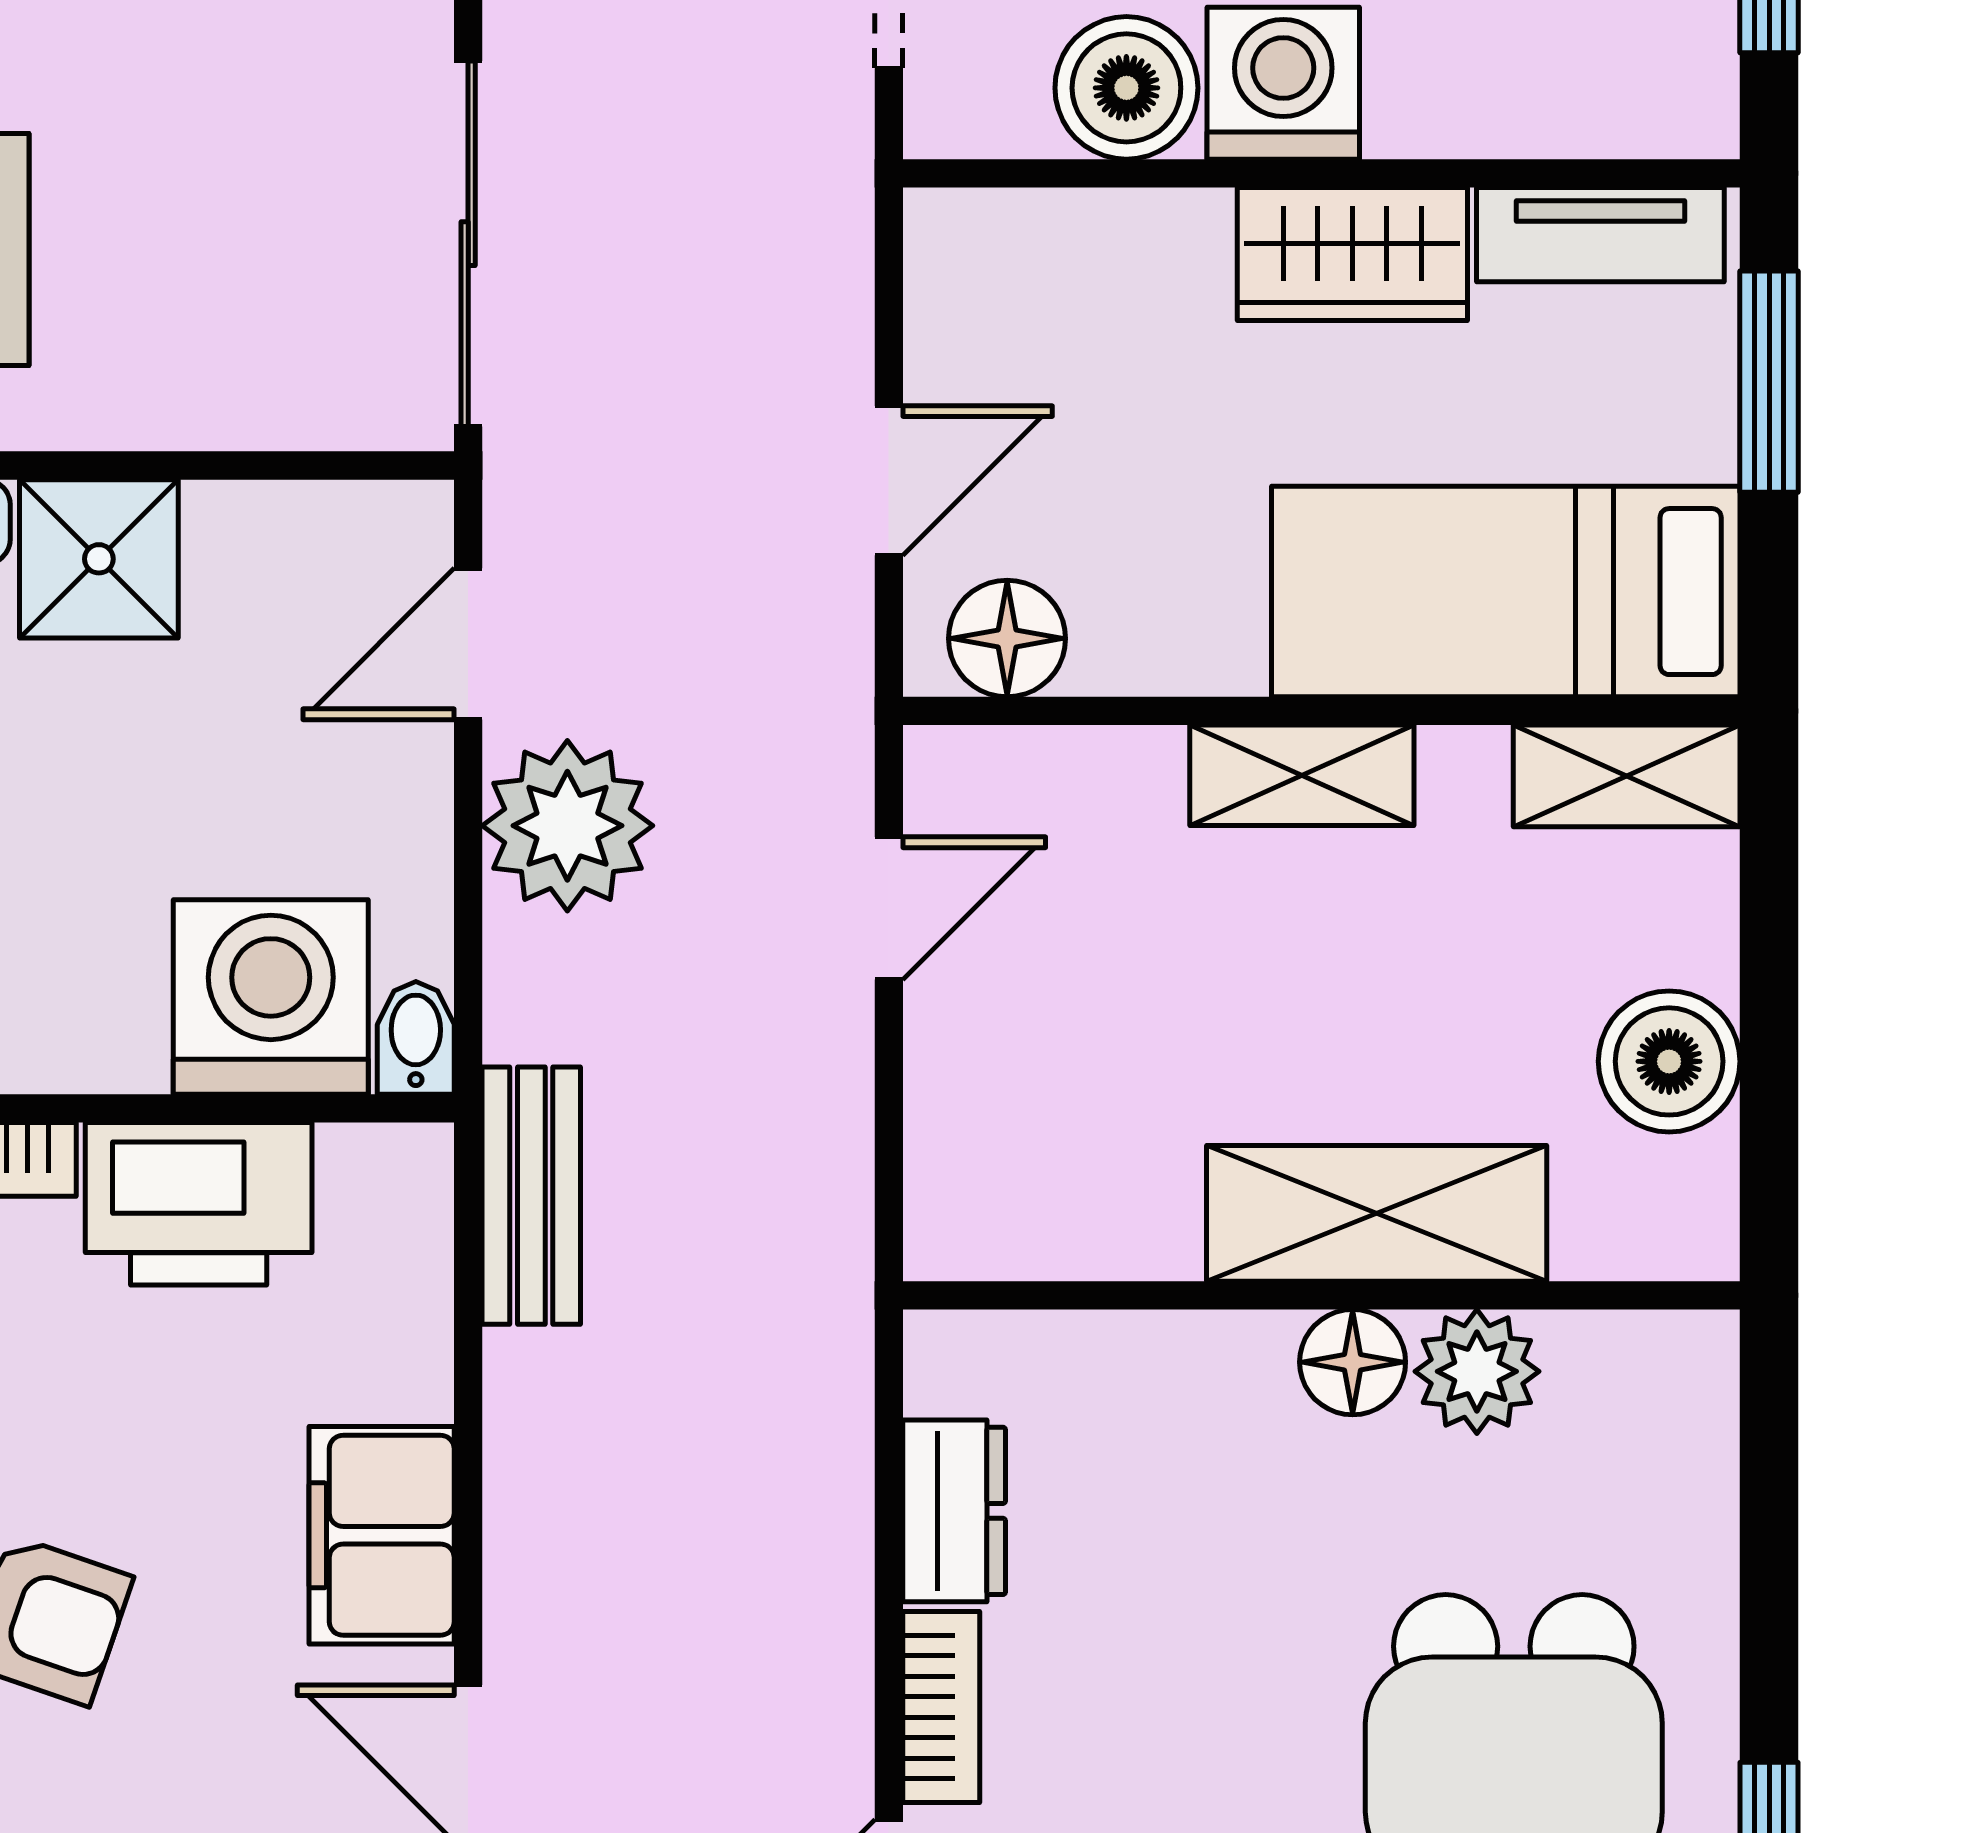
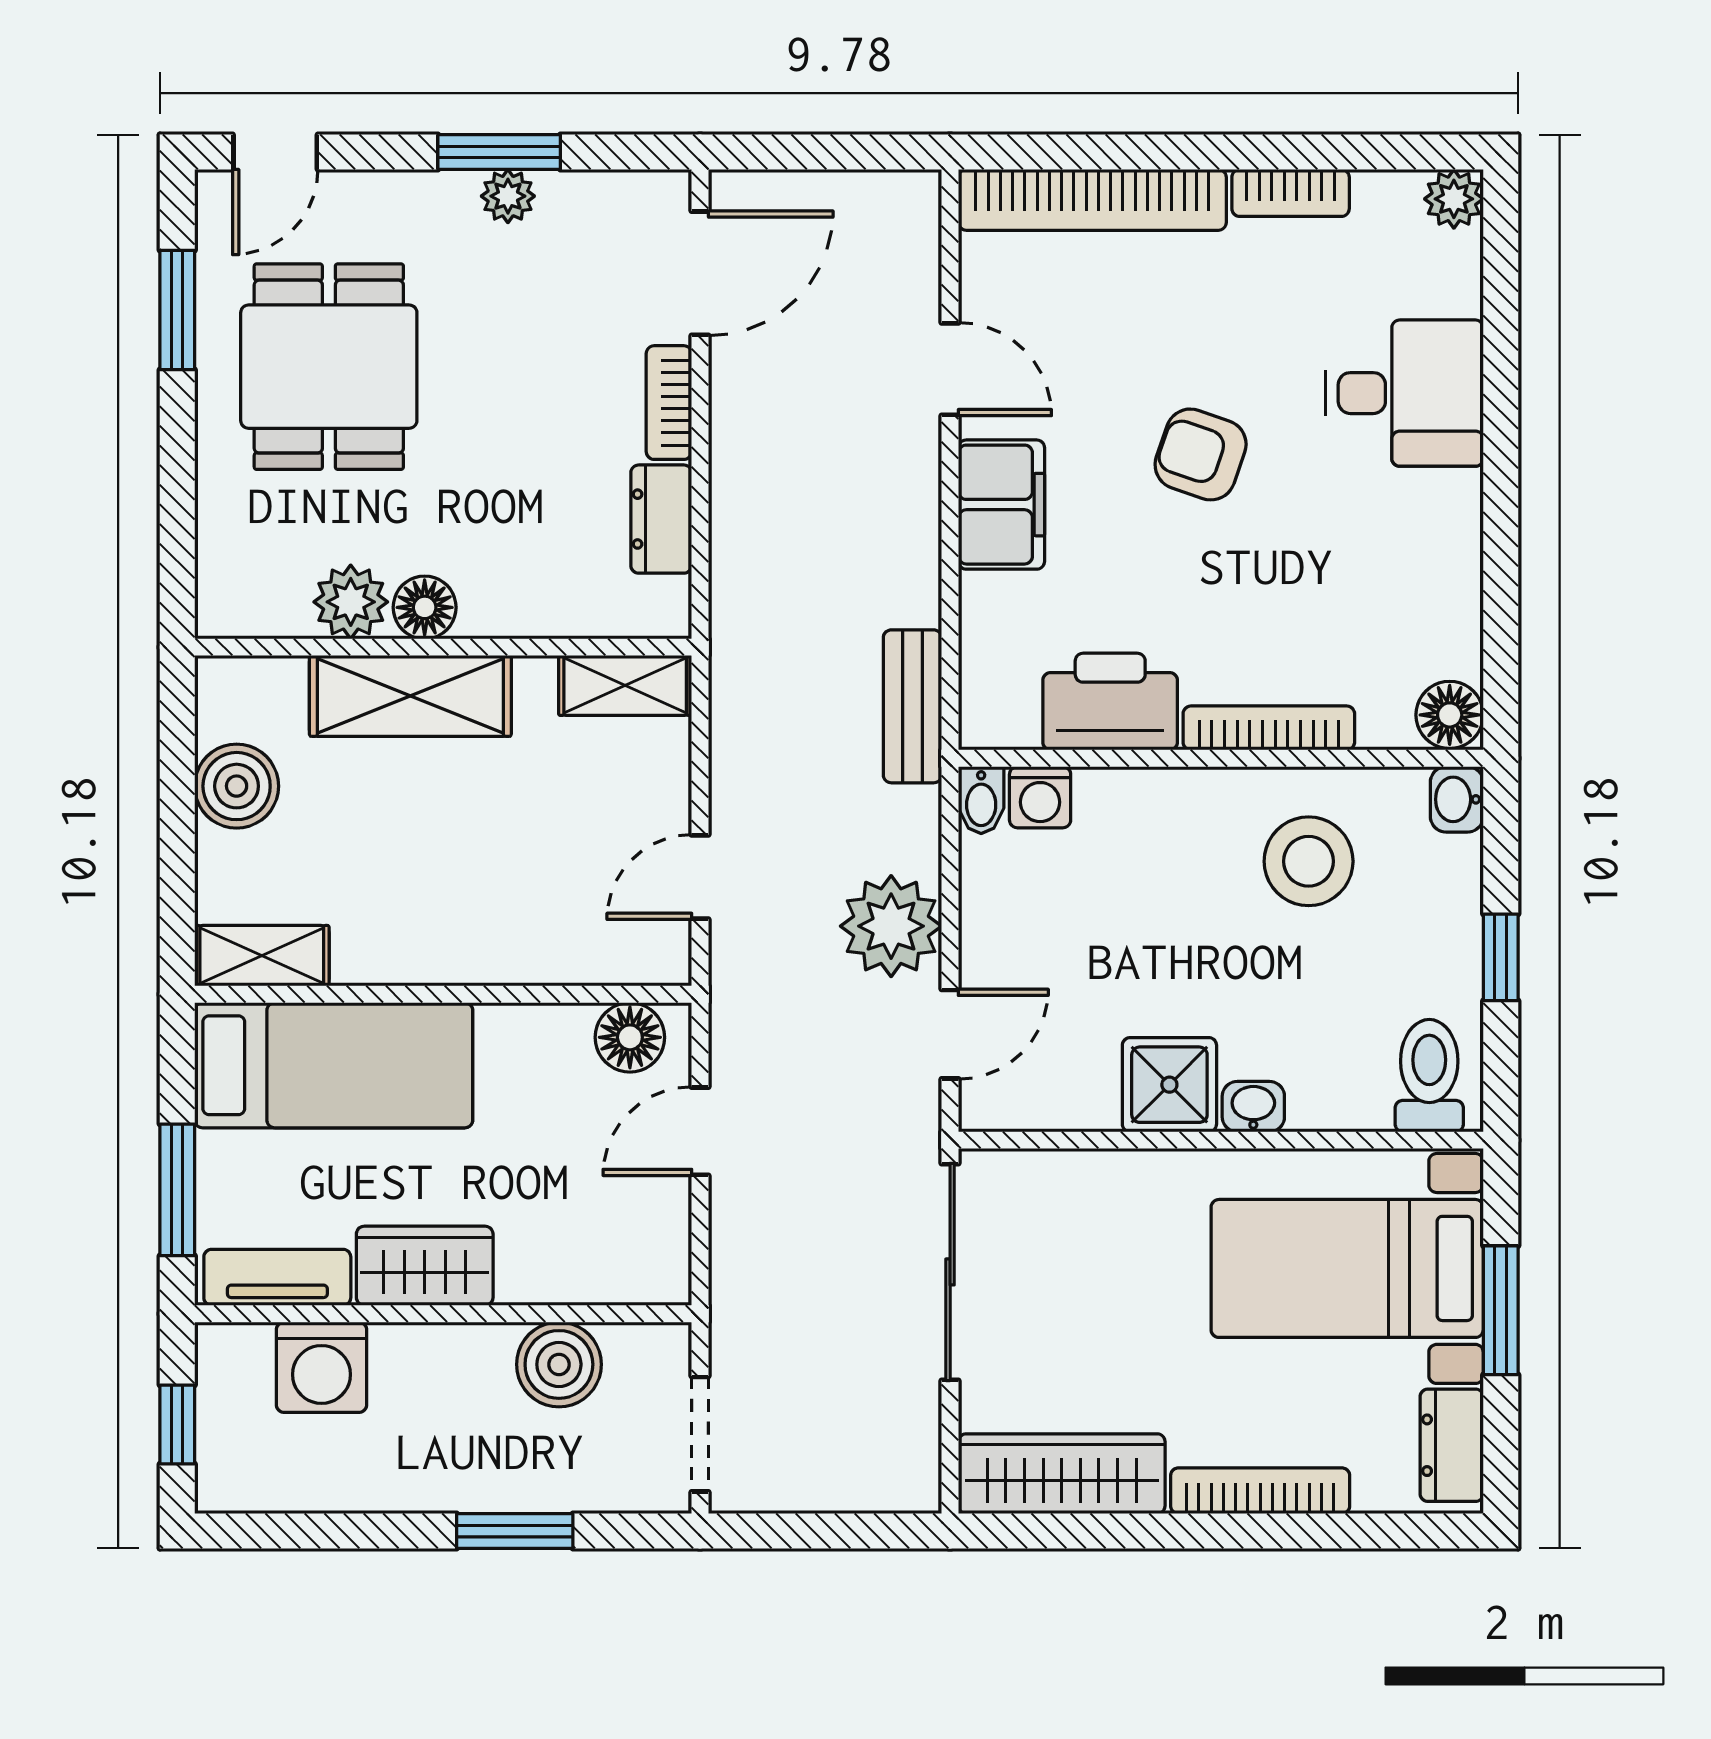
washing machine: (1283, 83) -> (321, 1367), moved
shelving: (1302, 775) -> (625, 685), moved
washing machine: (271, 997) -> (1040, 797), width x0.53, depth x0.53

